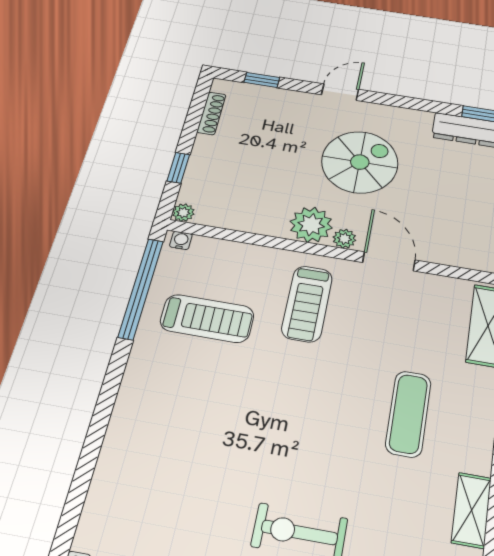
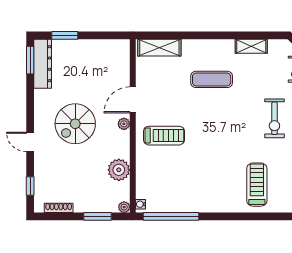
spiral stairs: (360, 162) -> (75, 124), turned -90
window: (178, 168) -> (97, 216), width x1.50
plant: (311, 225) -> (119, 170), moved
treadmill: (207, 318) -> (257, 185), moved

